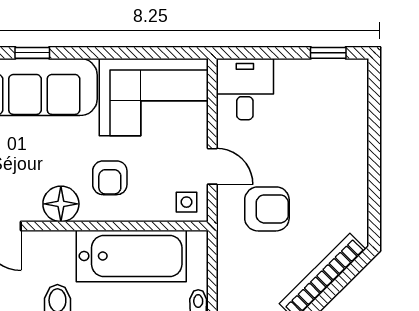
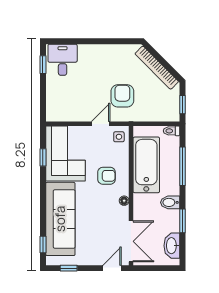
window: (32, 53) -> (43, 157), moved
desk: (245, 89) -> (63, 60), moved, turned 90
floor lamp: (61, 204) -> (124, 201), width x0.53, depth x0.53

